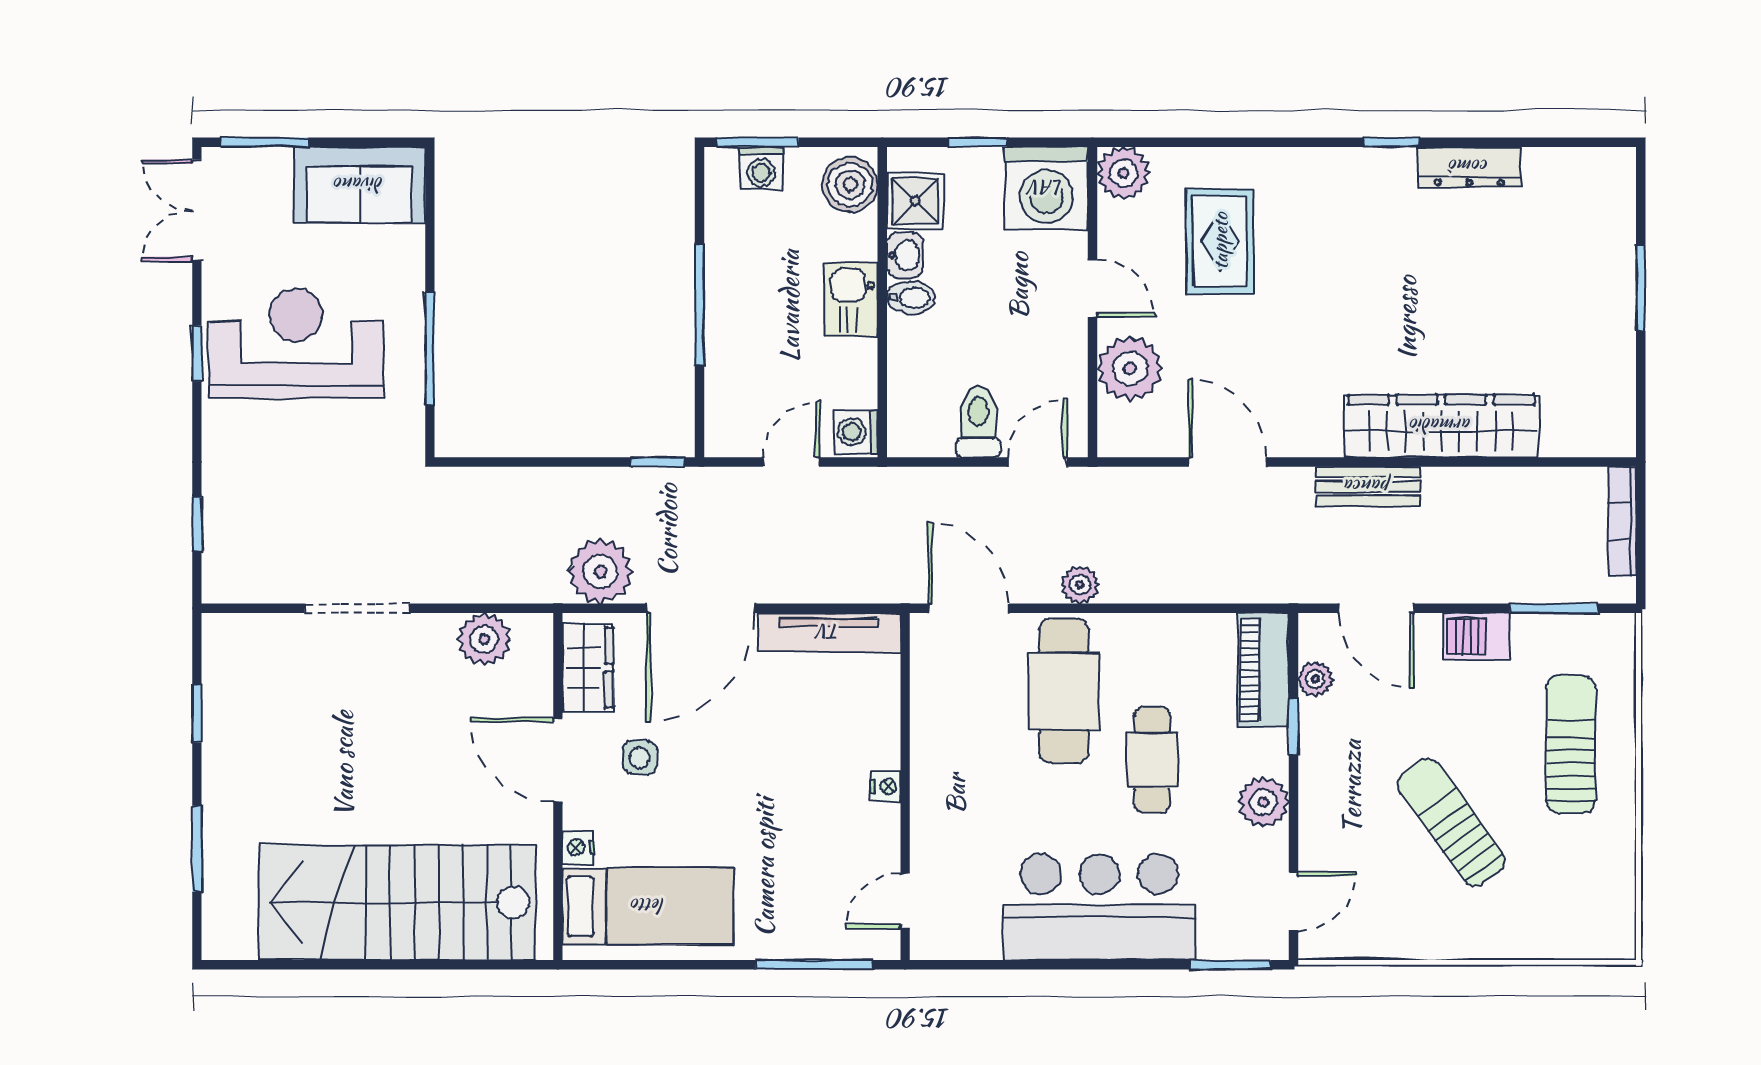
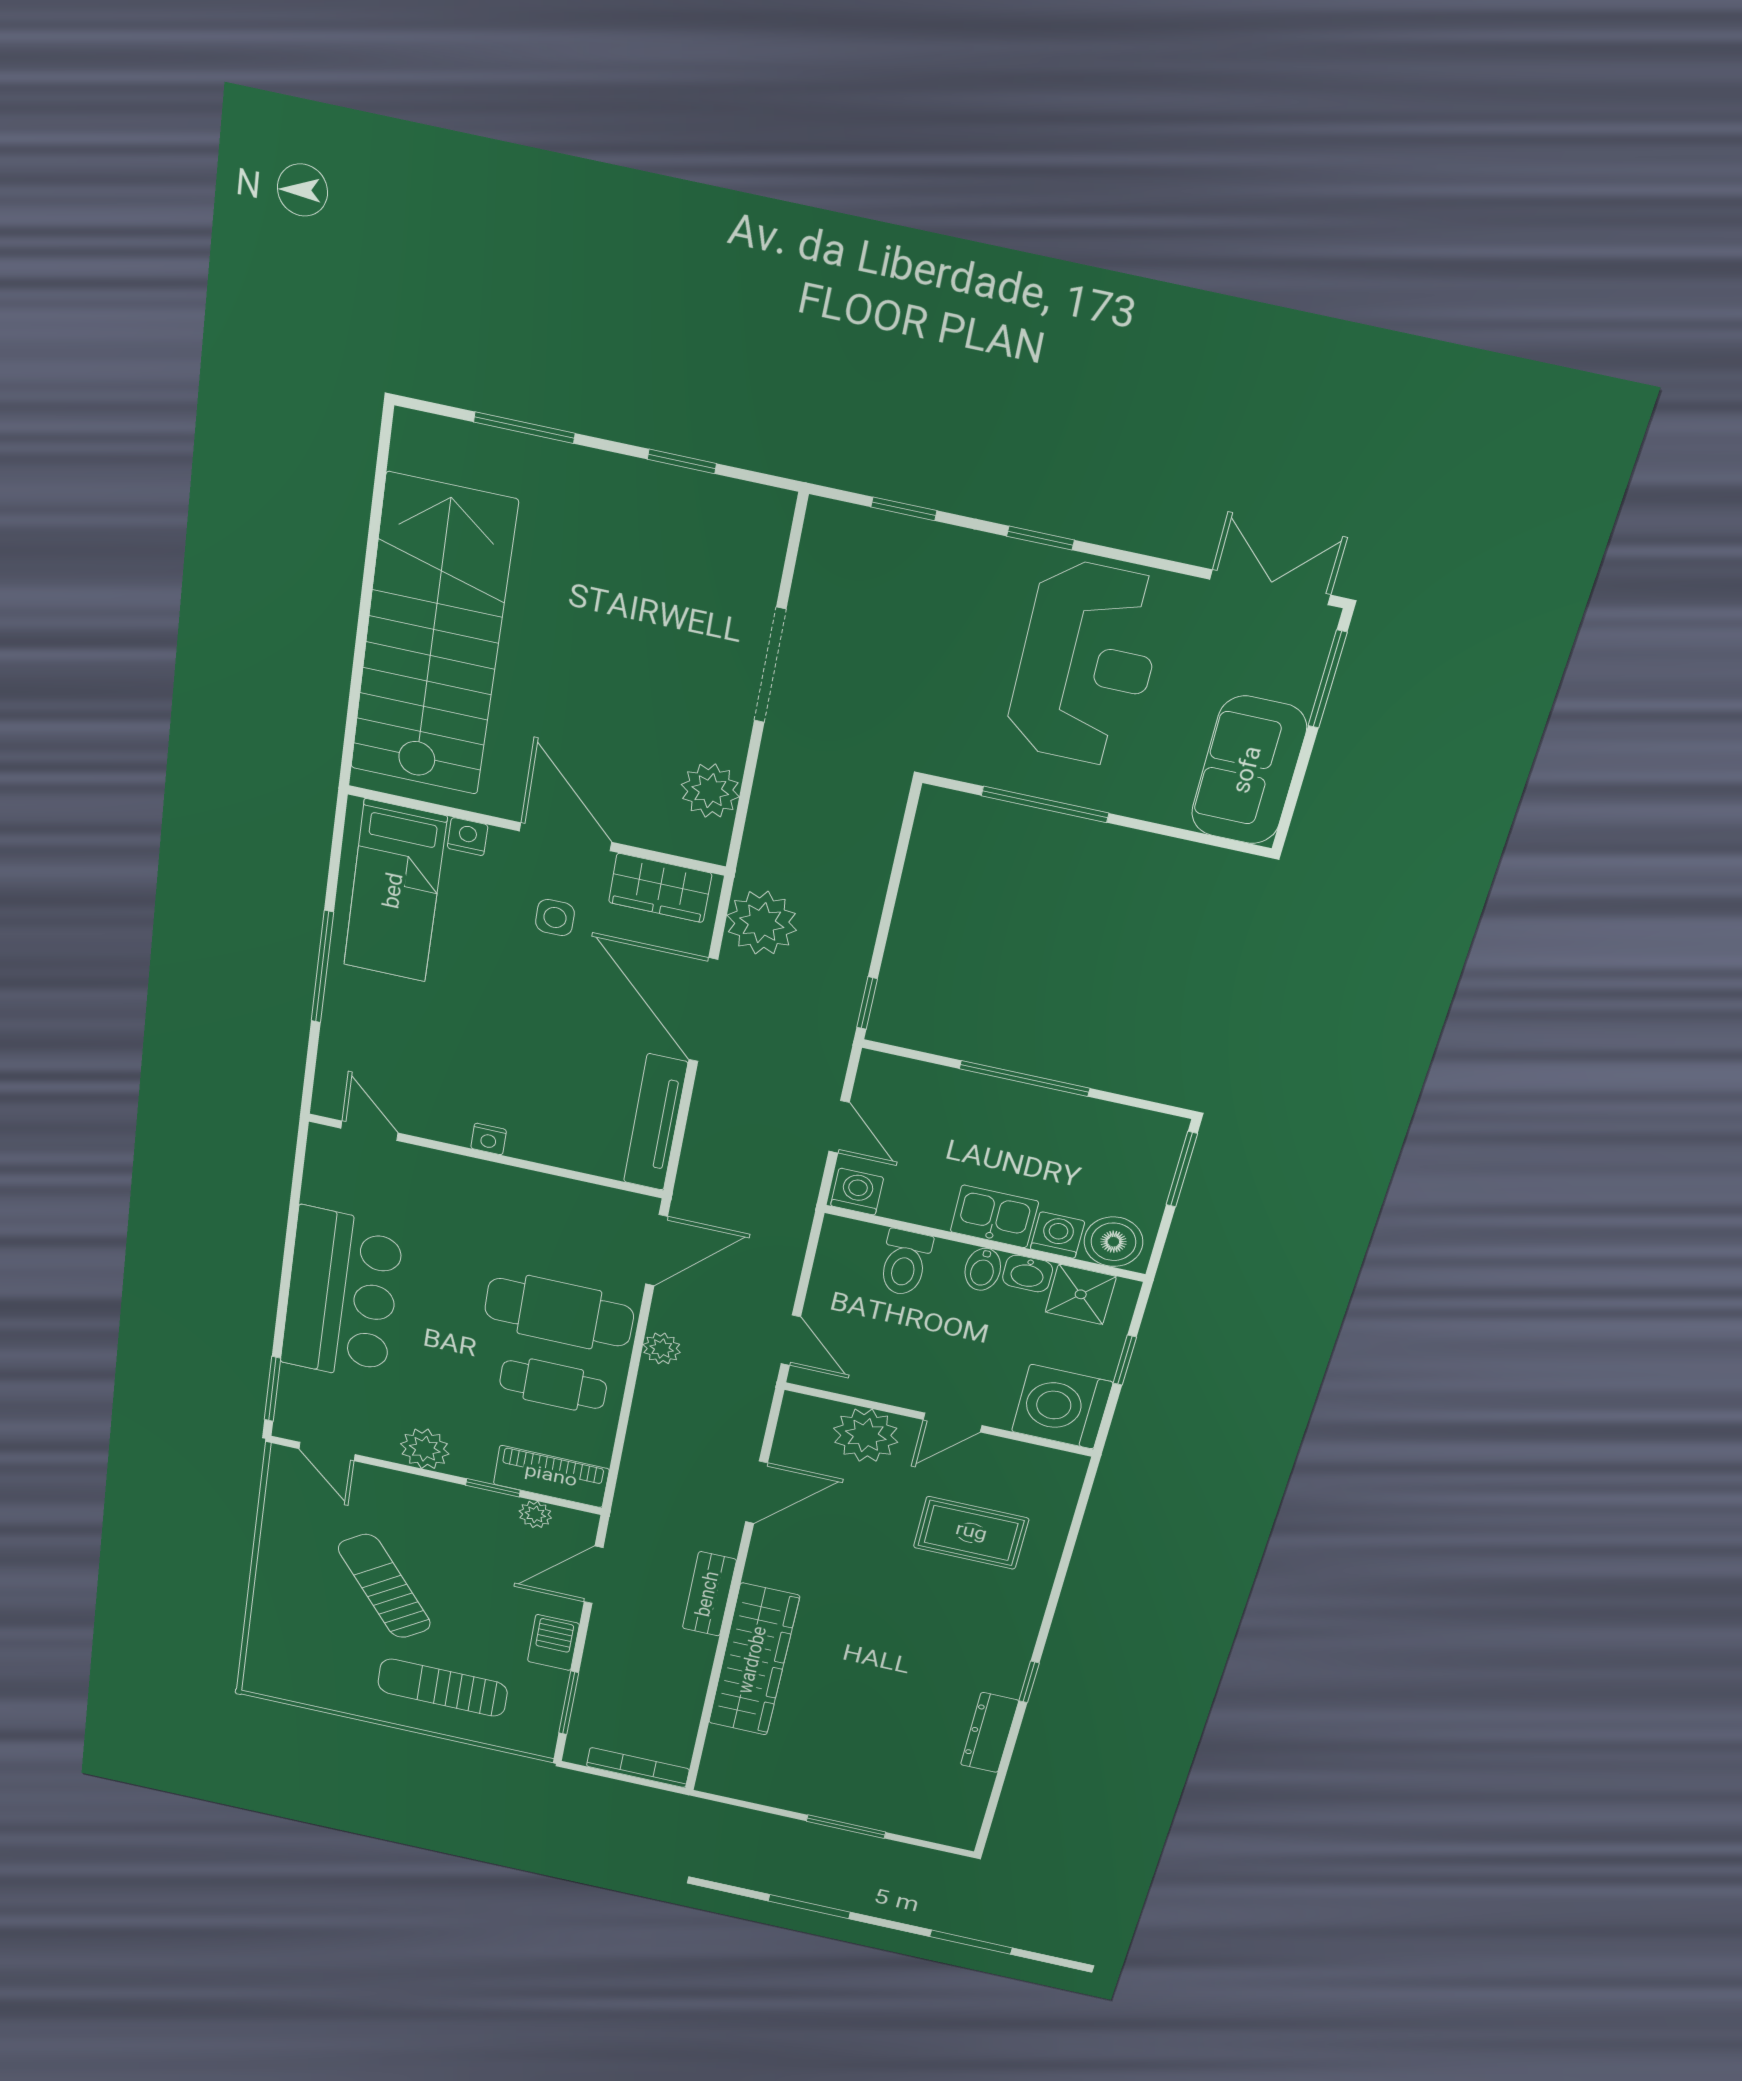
washing machine: (761, 168) -> (1057, 1235), moved, turned 90
plant: (1123, 173) -> (1059, 1472), removed
window: (197, 353) -> (1040, 538), moved
toilet: (978, 422) -> (905, 1263), moved, turned 90
sun lounger: (1571, 744) -> (443, 1688), turned 180
door: (558, 760) -> (566, 837), hinge flipped
cafe table: (1152, 760) -> (553, 1385), moved
sun lounger: (1451, 822) -> (384, 1586), turned -90
window: (814, 965) -> (322, 967), moved

